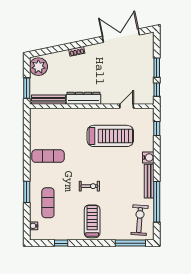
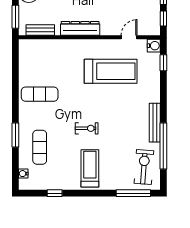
bench: (49, 100) -> (40, 30), width x0.73
water cooler: (148, 158) -> (154, 46), moved

